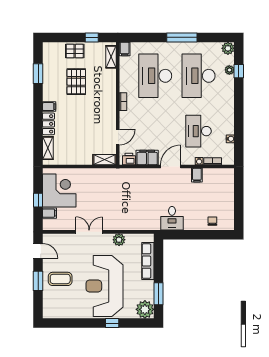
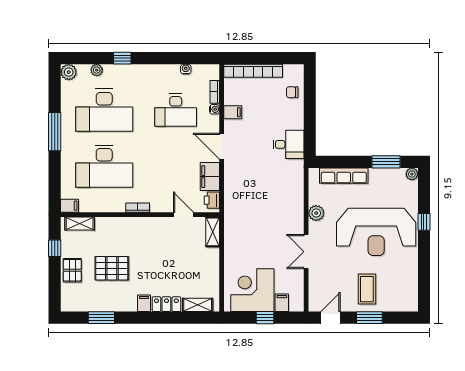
window: (239, 71) -> (122, 58), moved
bookcase: (229, 191) -> (253, 71), added
plant: (145, 309) -> (412, 174), width x0.53, depth x0.53

